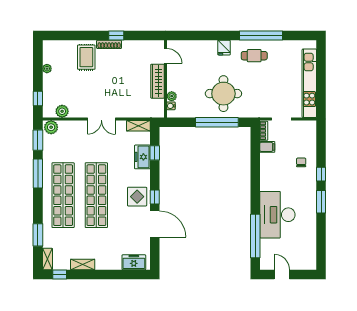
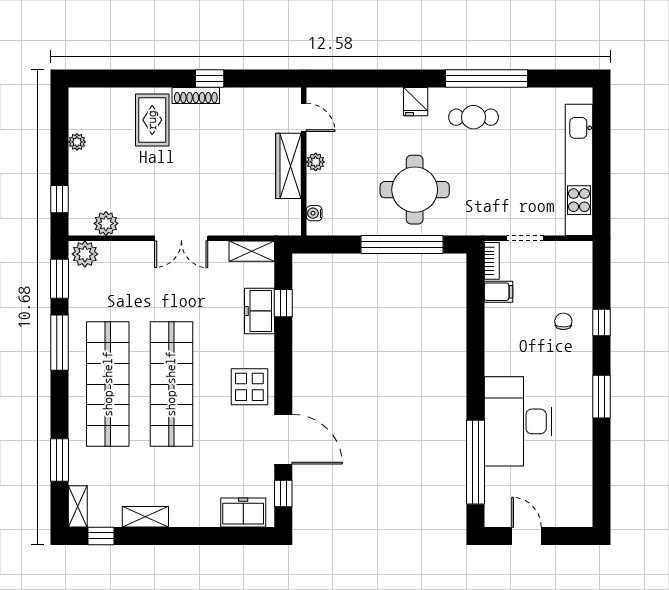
plant: (172, 96) -> (316, 162), moved
window: (321, 174) -> (601, 323), moved
window: (155, 197) -> (283, 493), moved

